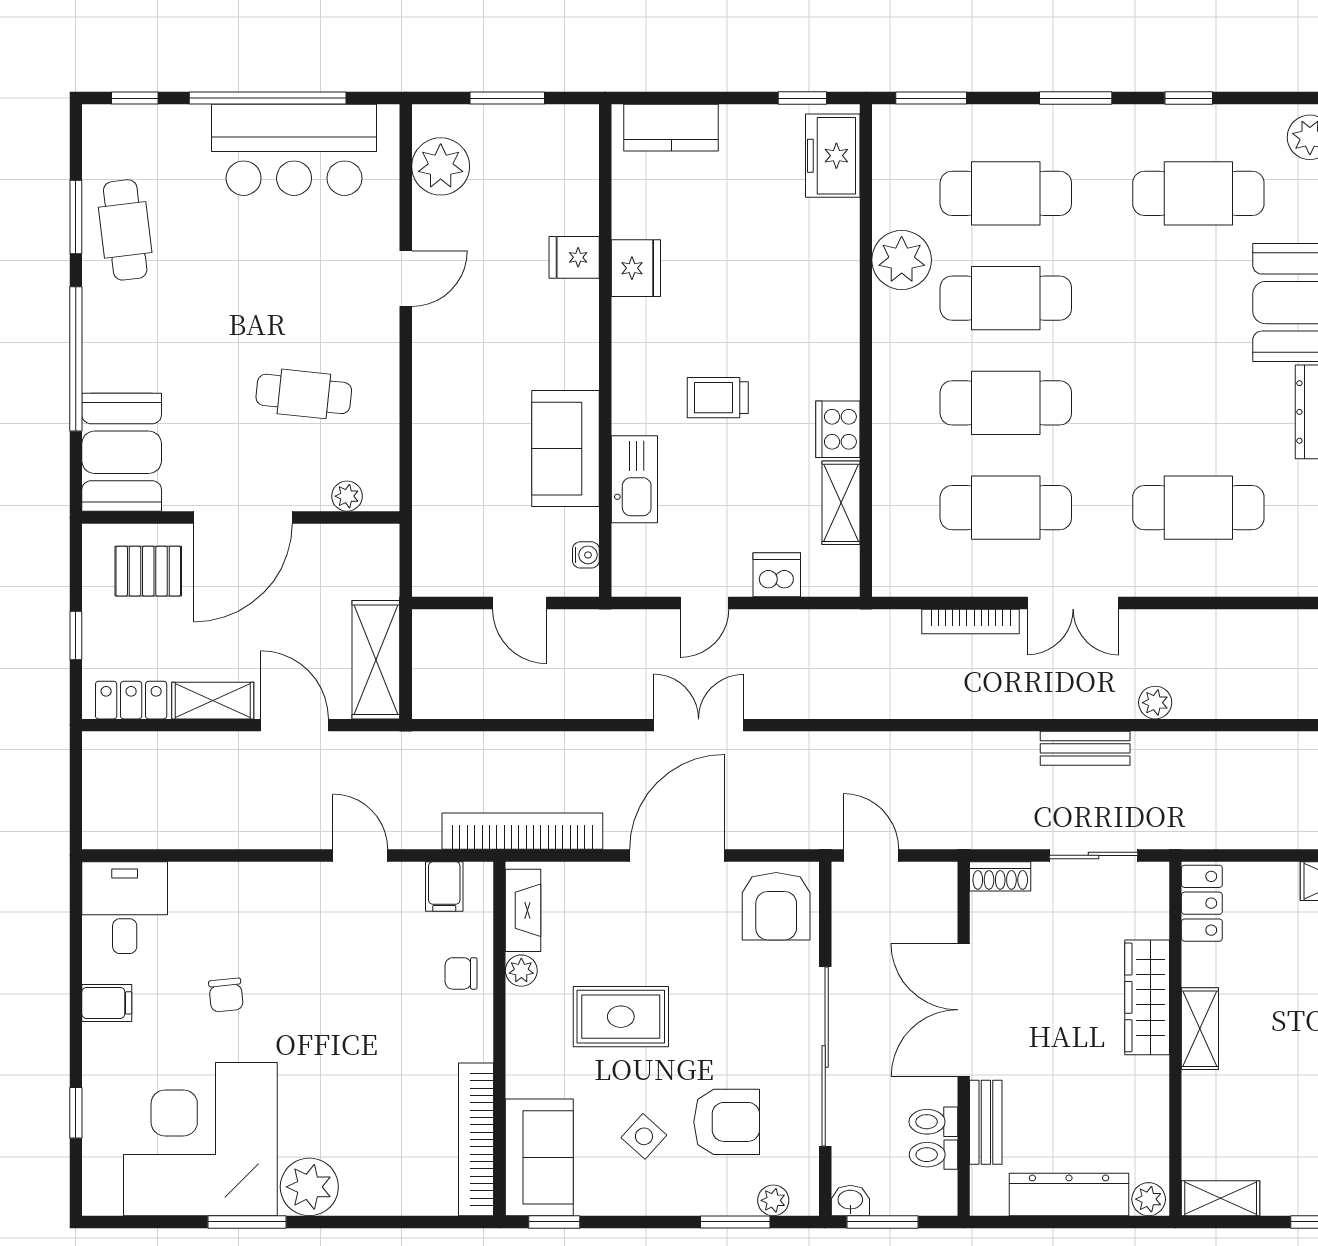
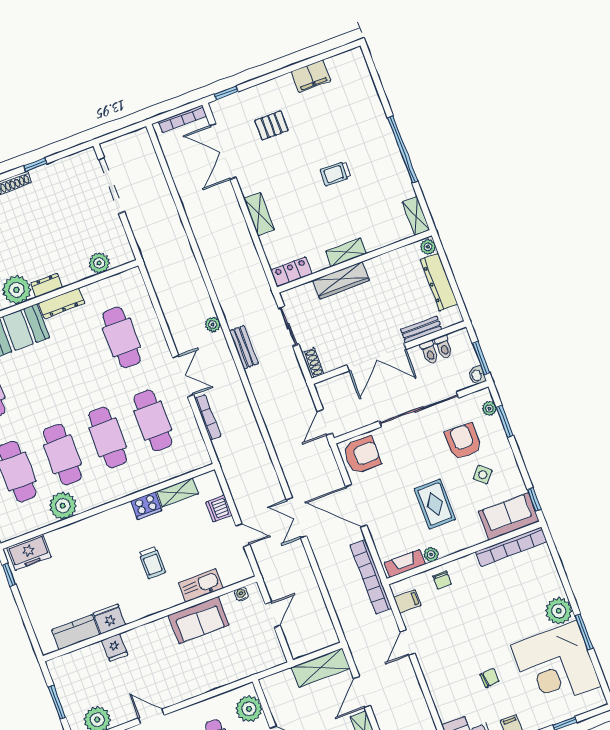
kitchen counter: (671, 128) -> (76, 632), moved, turned -90
plant: (347, 496) -> (249, 709), width x1.87, depth x1.87

